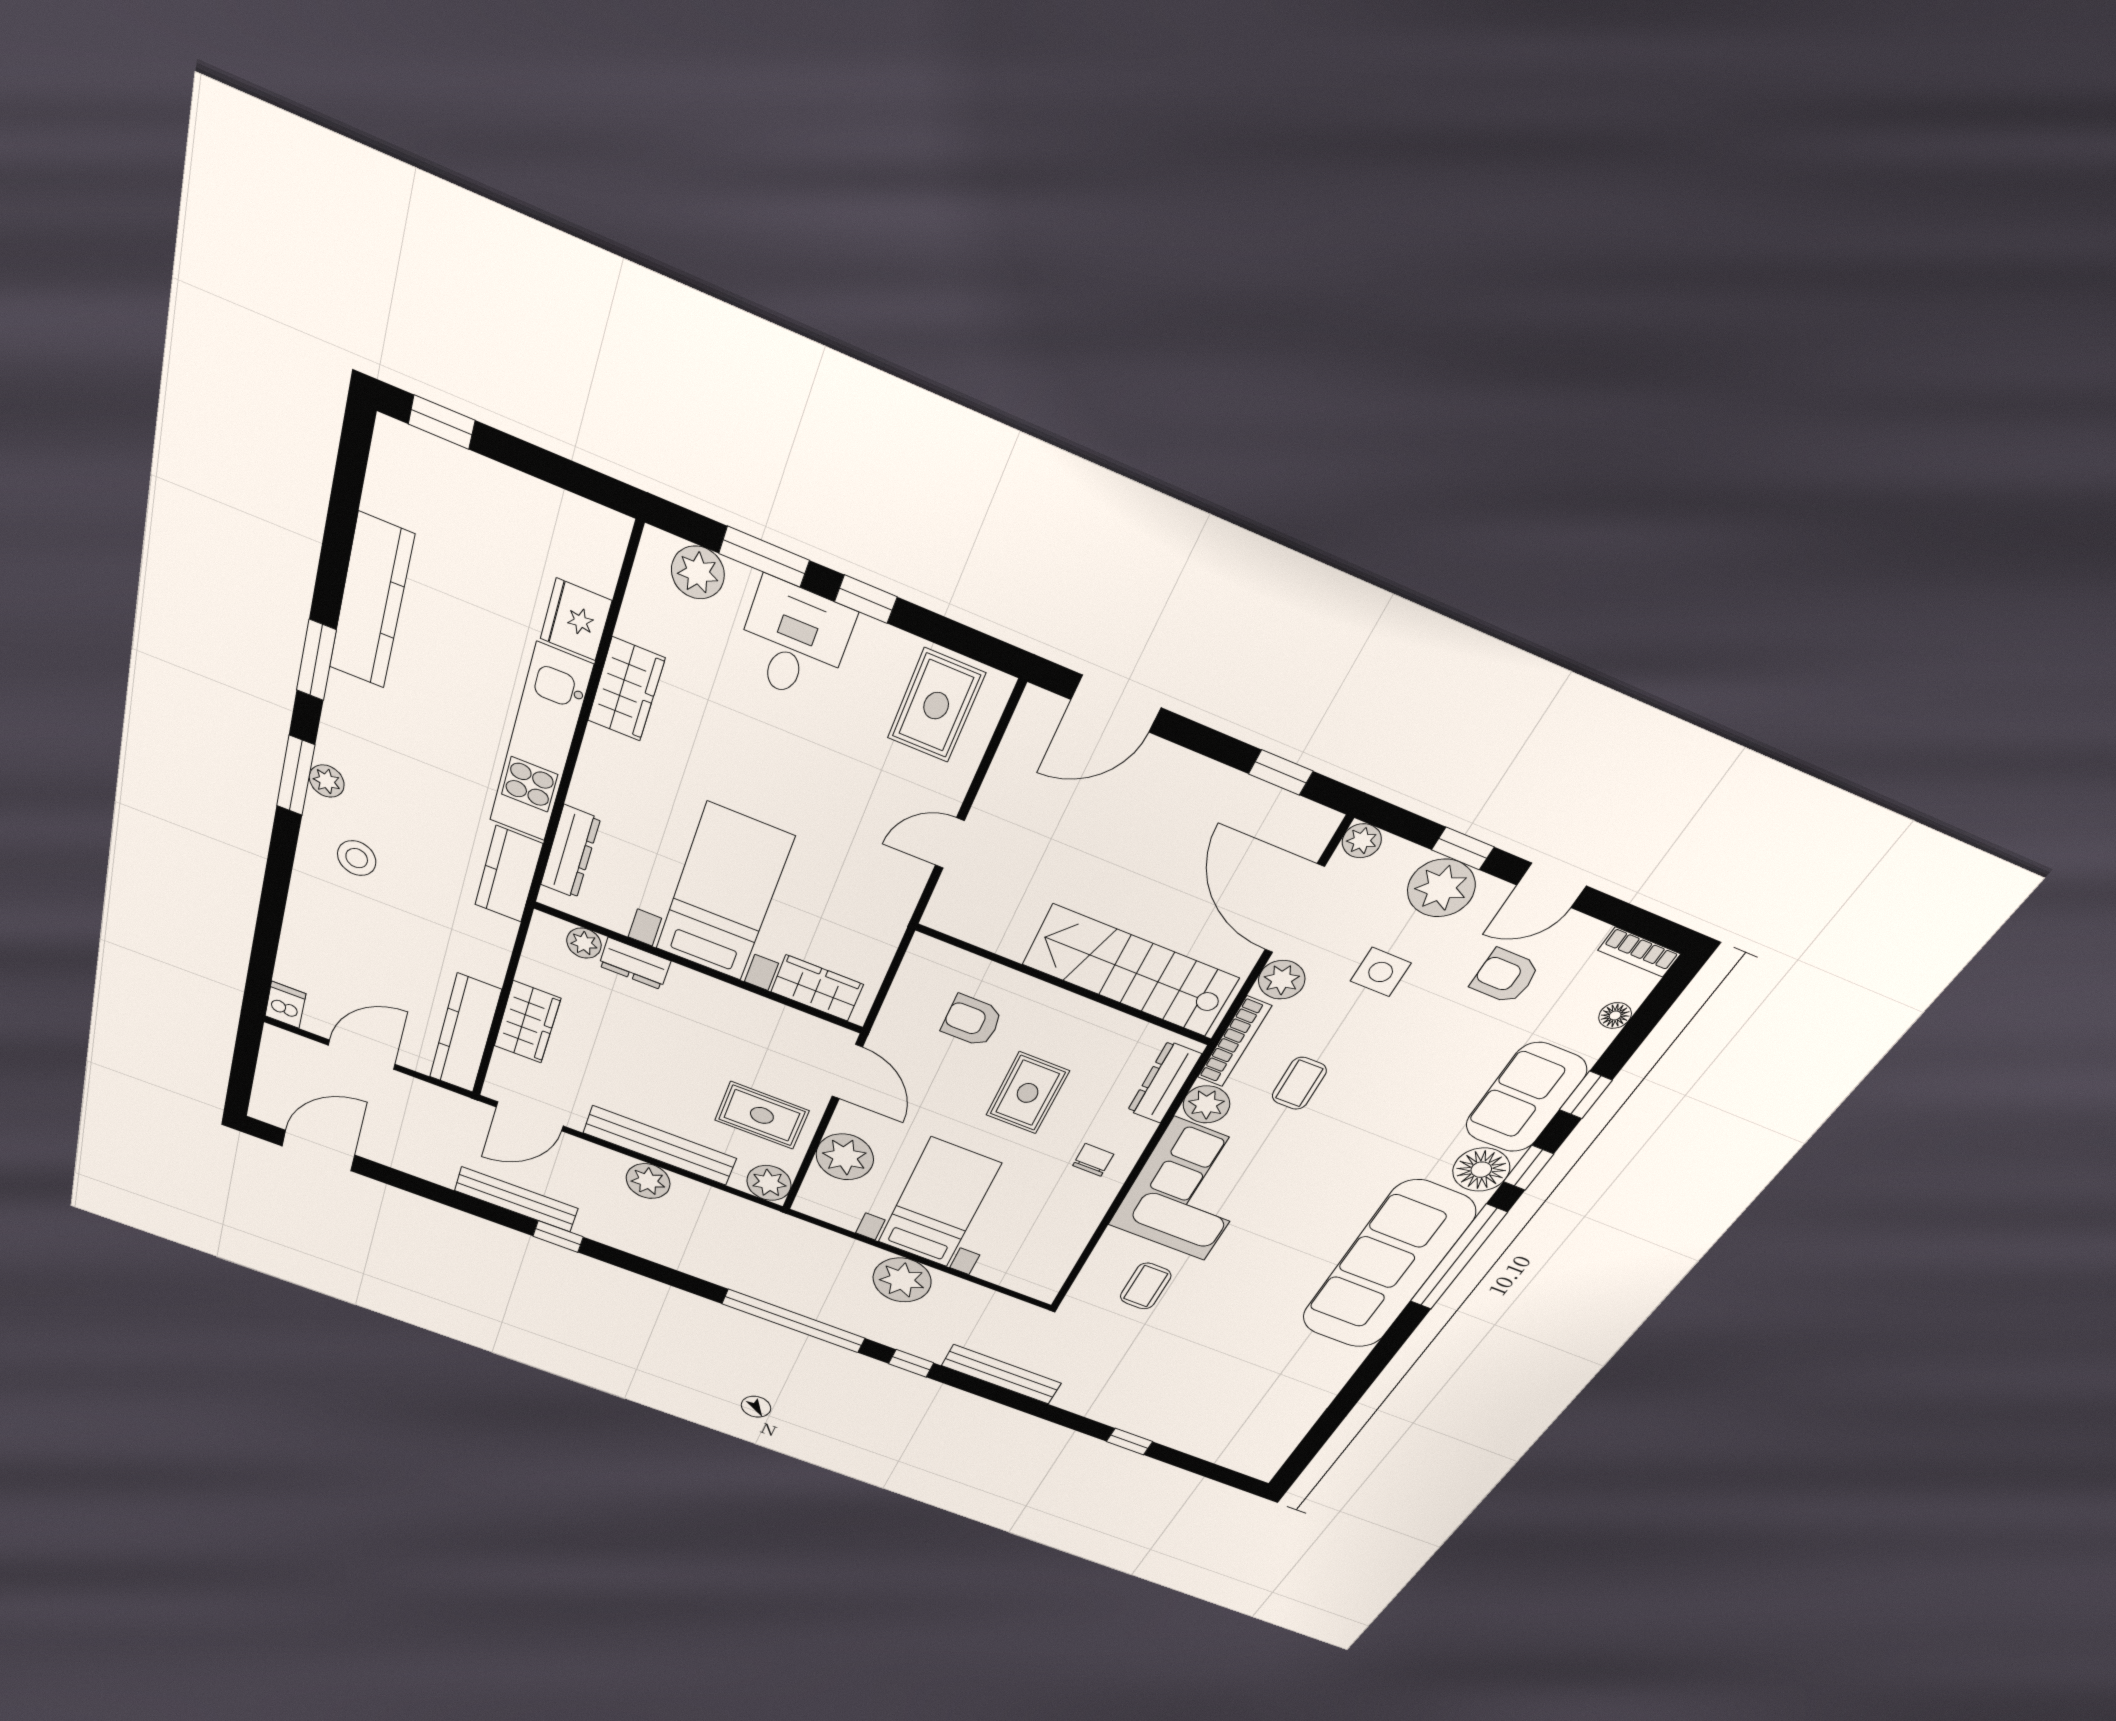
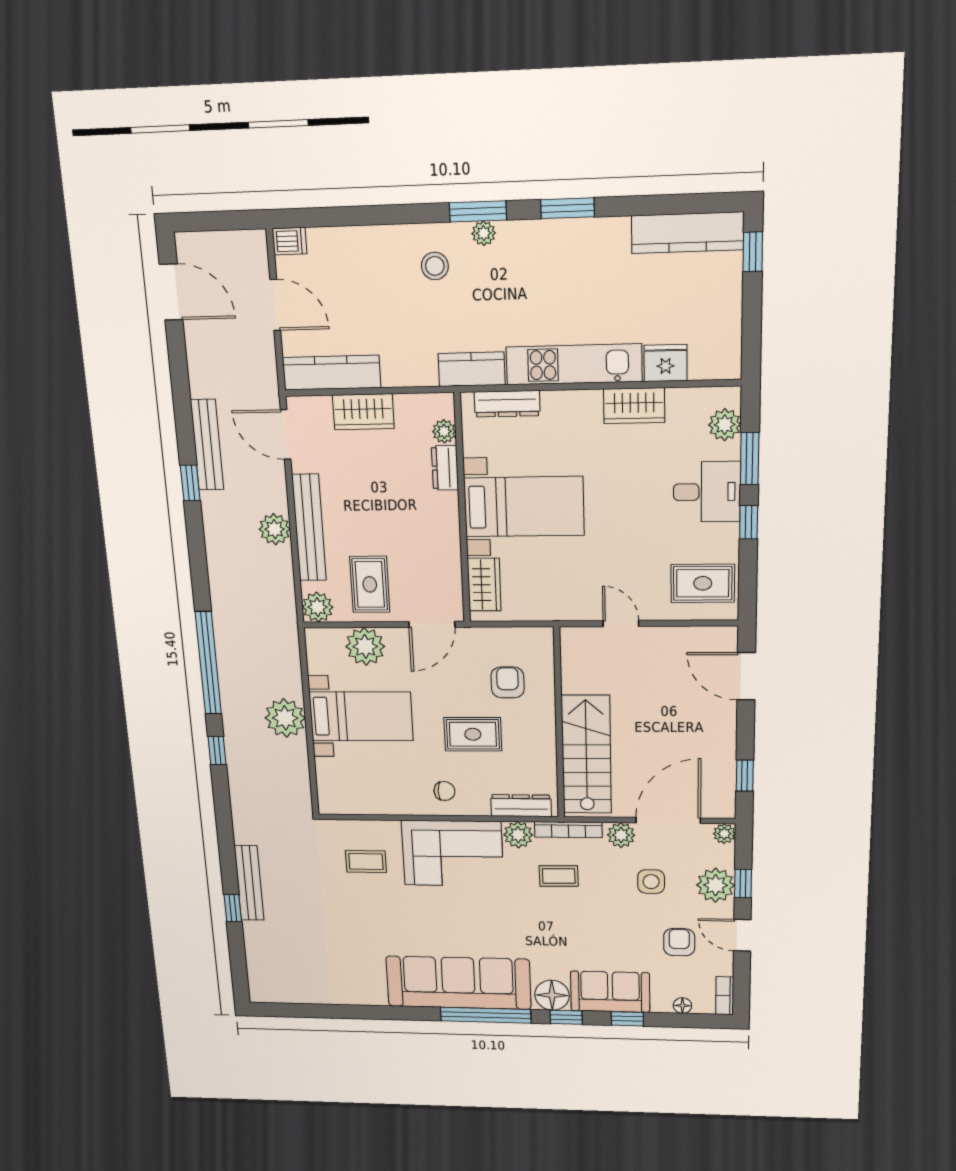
kitchen counter: (371, 602) -> (687, 233), moved
bench: (1001, 1374) -> (249, 883), moved

